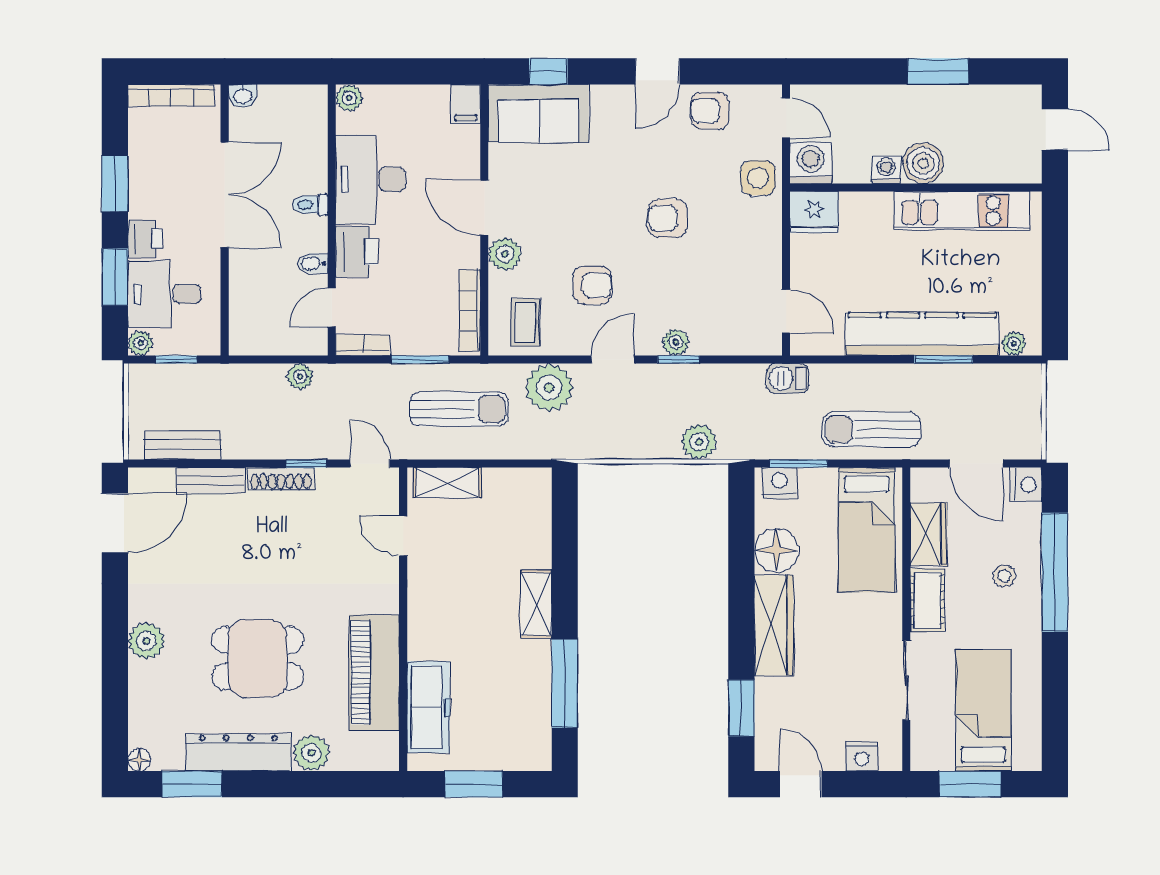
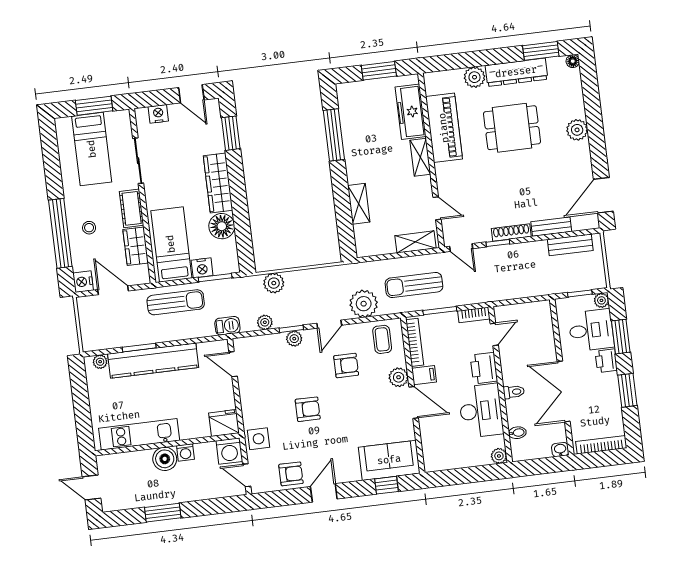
filing cabinet: (466, 104) -> (424, 375), moved, turned 90
bidet: (313, 263) -> (517, 433), moved
armchair: (592, 285) -> (346, 365), turned 180
plant: (300, 376) -> (265, 322), moved
nightstand: (779, 483) -> (202, 268), moved
shelving: (536, 604) -> (359, 204), moved
shelving: (421, 627) -> (420, 157), added

